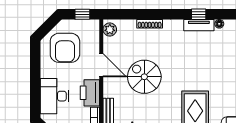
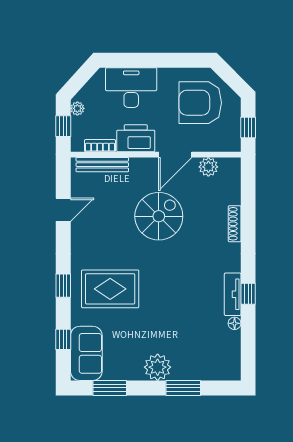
plant: (110, 29) -> (208, 167), moved

